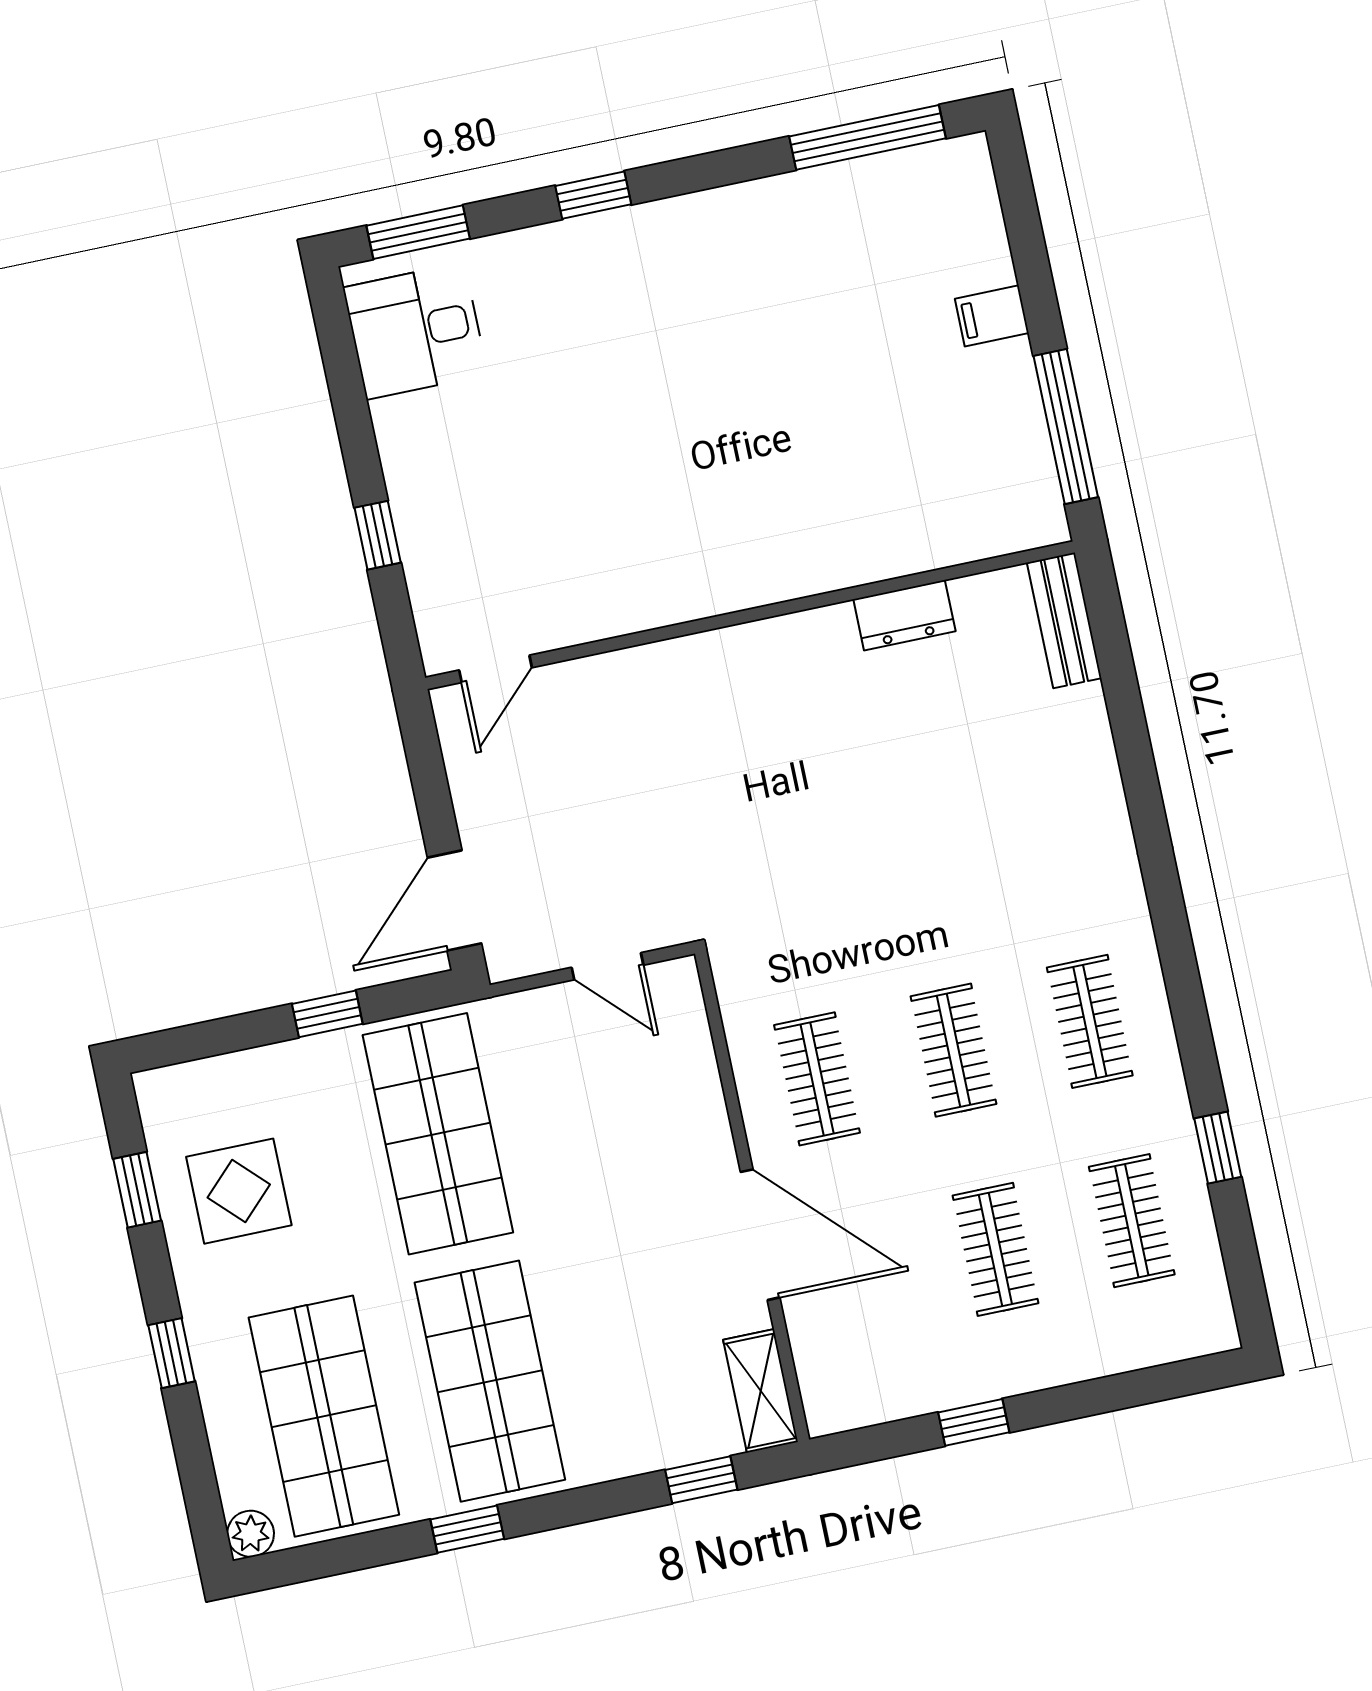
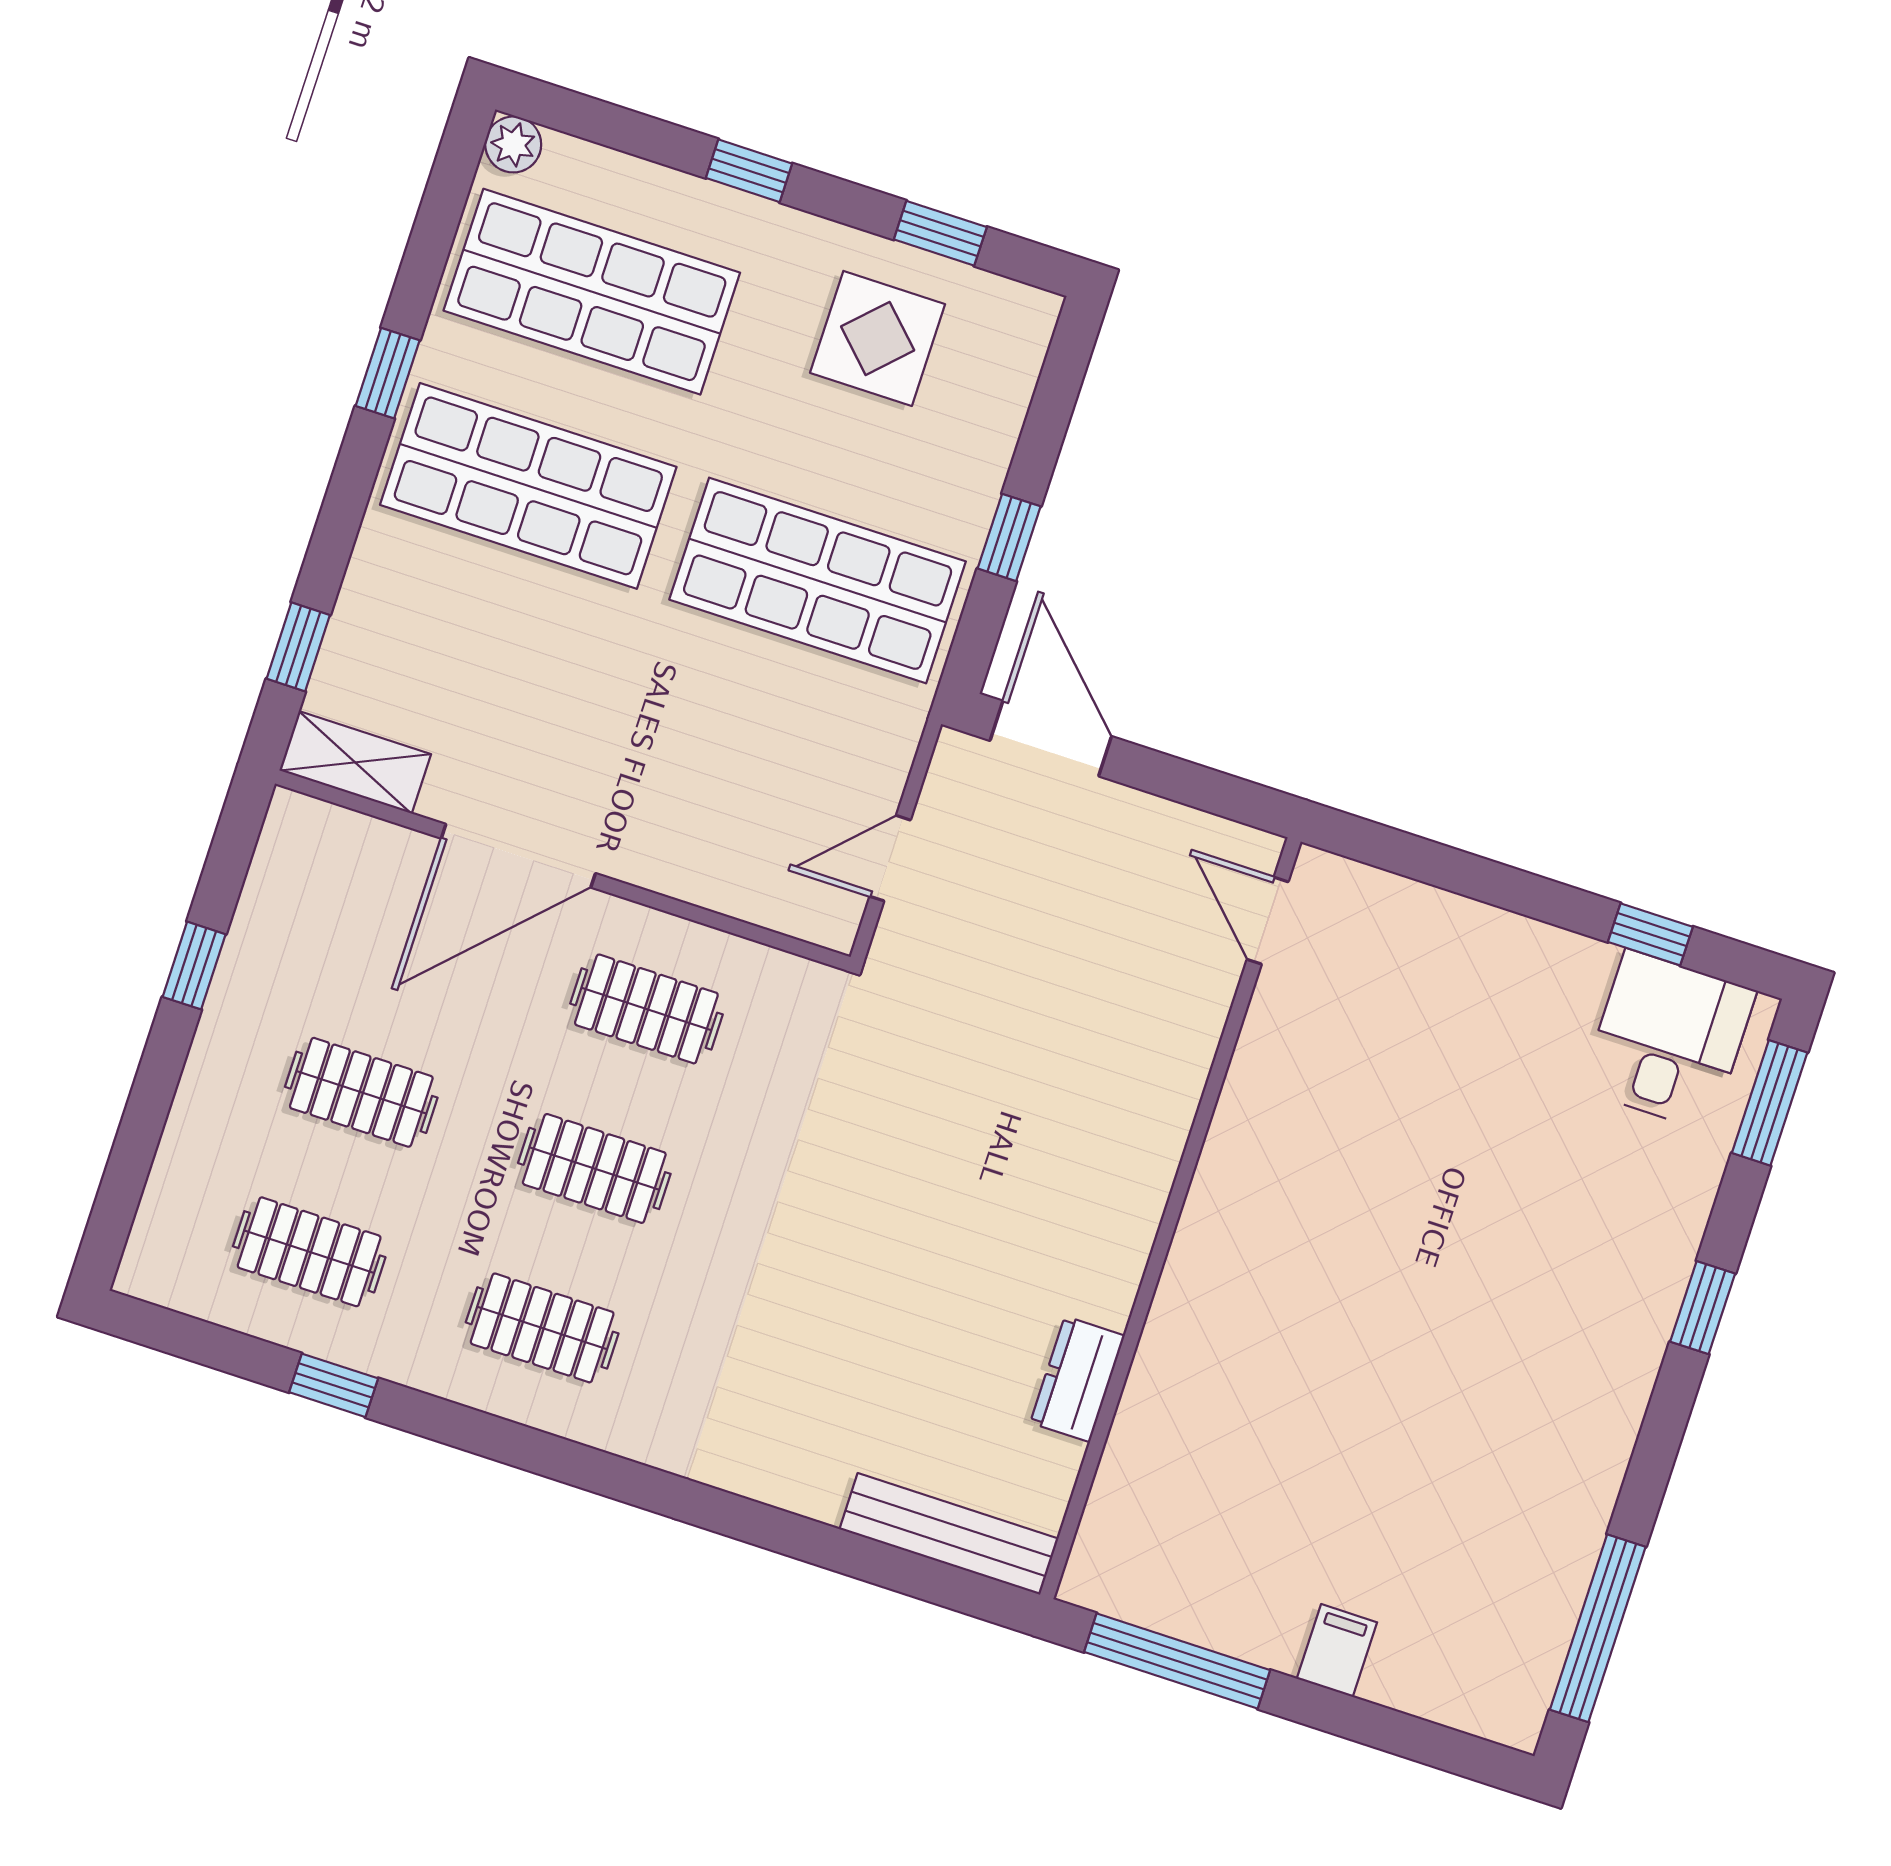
window: (378, 535) -> (1650, 934), moved
bench: (1064, 620) -> (949, 1534), width x1.36

